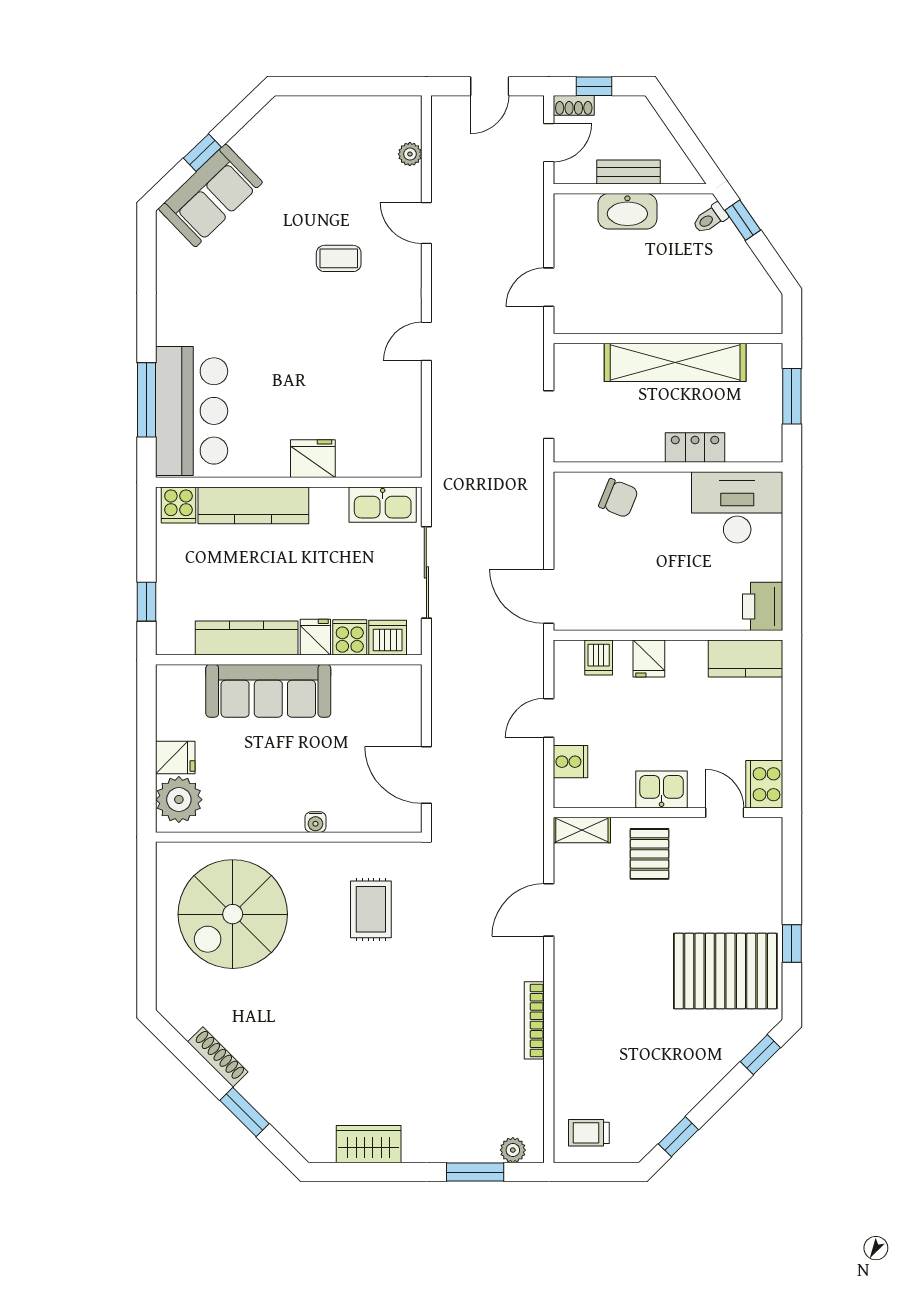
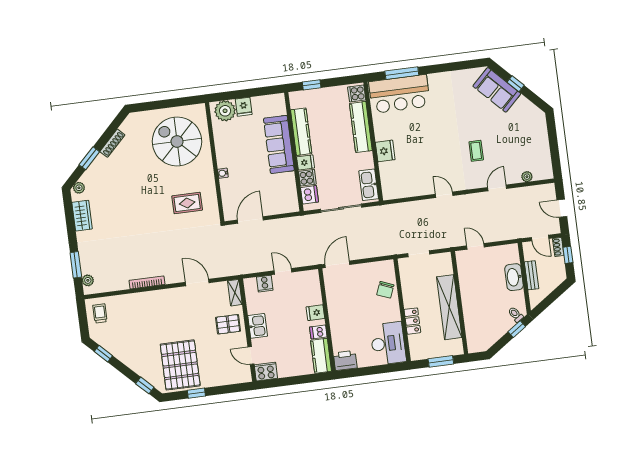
dishwasher: (599, 658) -> (318, 332), moved
door: (725, 813) -> (251, 355), swing flipped
plant: (306, 1143) -> (79, 188), added

